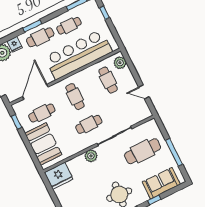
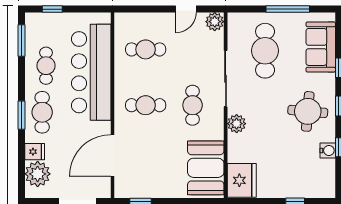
plant: (120, 63) -> (215, 22), moved
door: (35, 92) -> (113, 156), hinge flipped
cafe table: (42, 113) -> (146, 161), removed
booth: (43, 144) -> (206, 168), moved, turned 90

